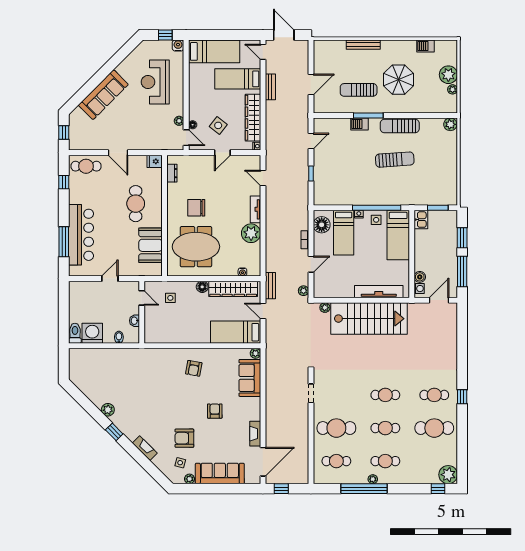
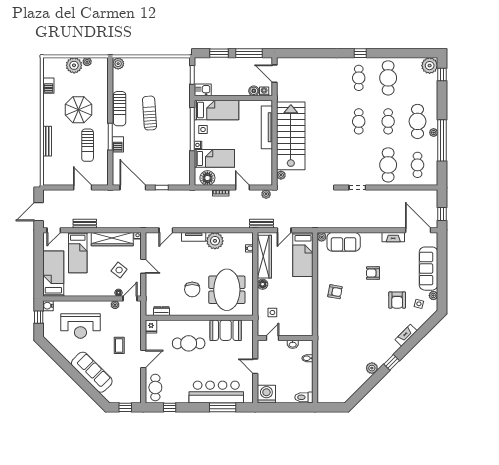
coffee table: (133, 125) -> (119, 345), added
door: (311, 141) -> (133, 188), width x1.87
washing machine: (92, 333) -> (266, 394), moved, turned 90
cafe table: (385, 461) -> (418, 121), width x1.37, depth x1.35

